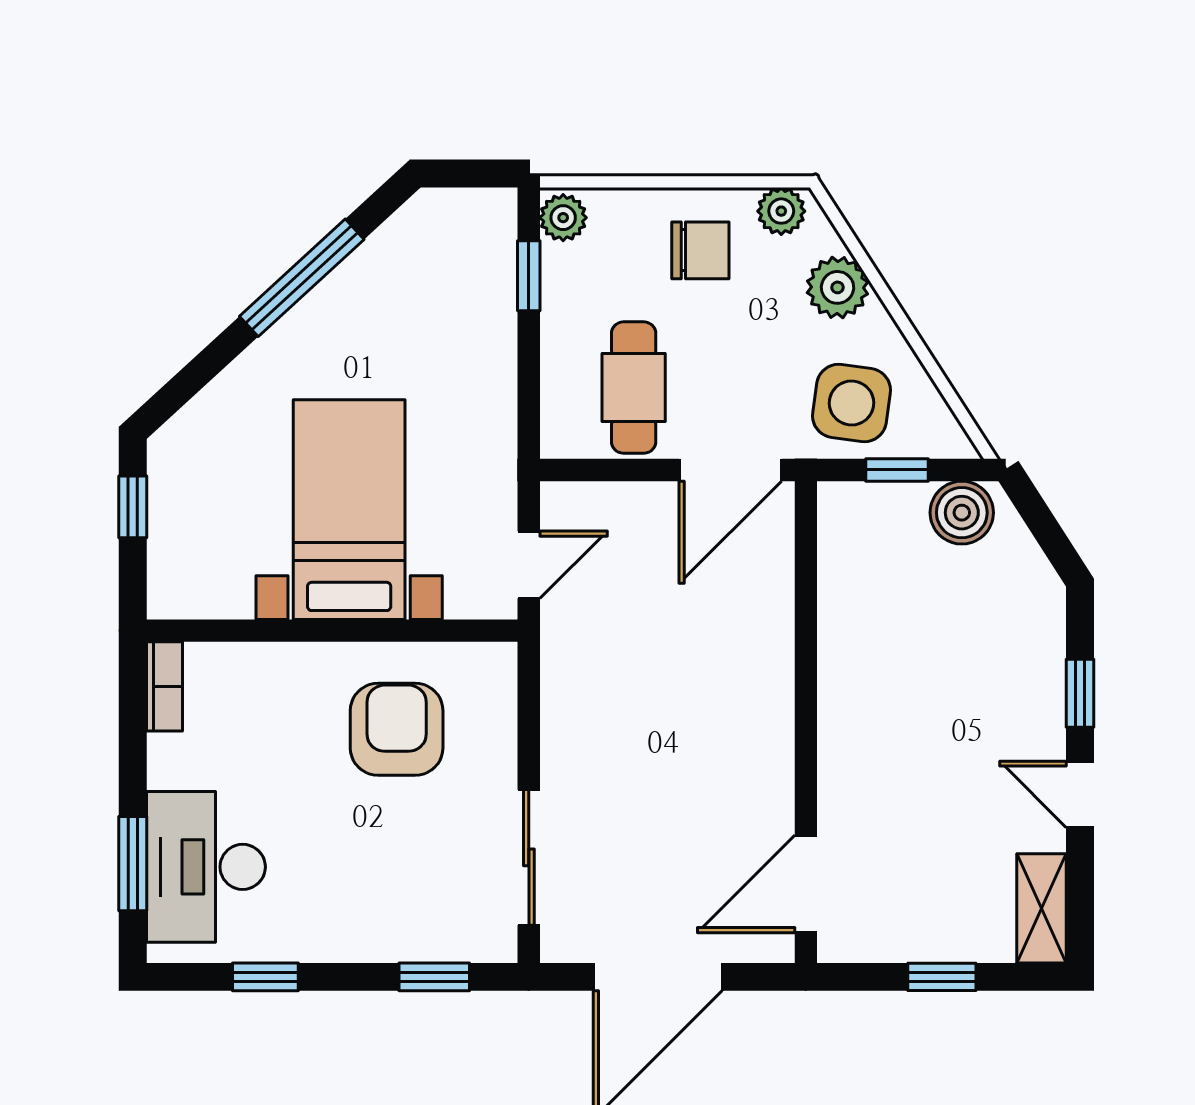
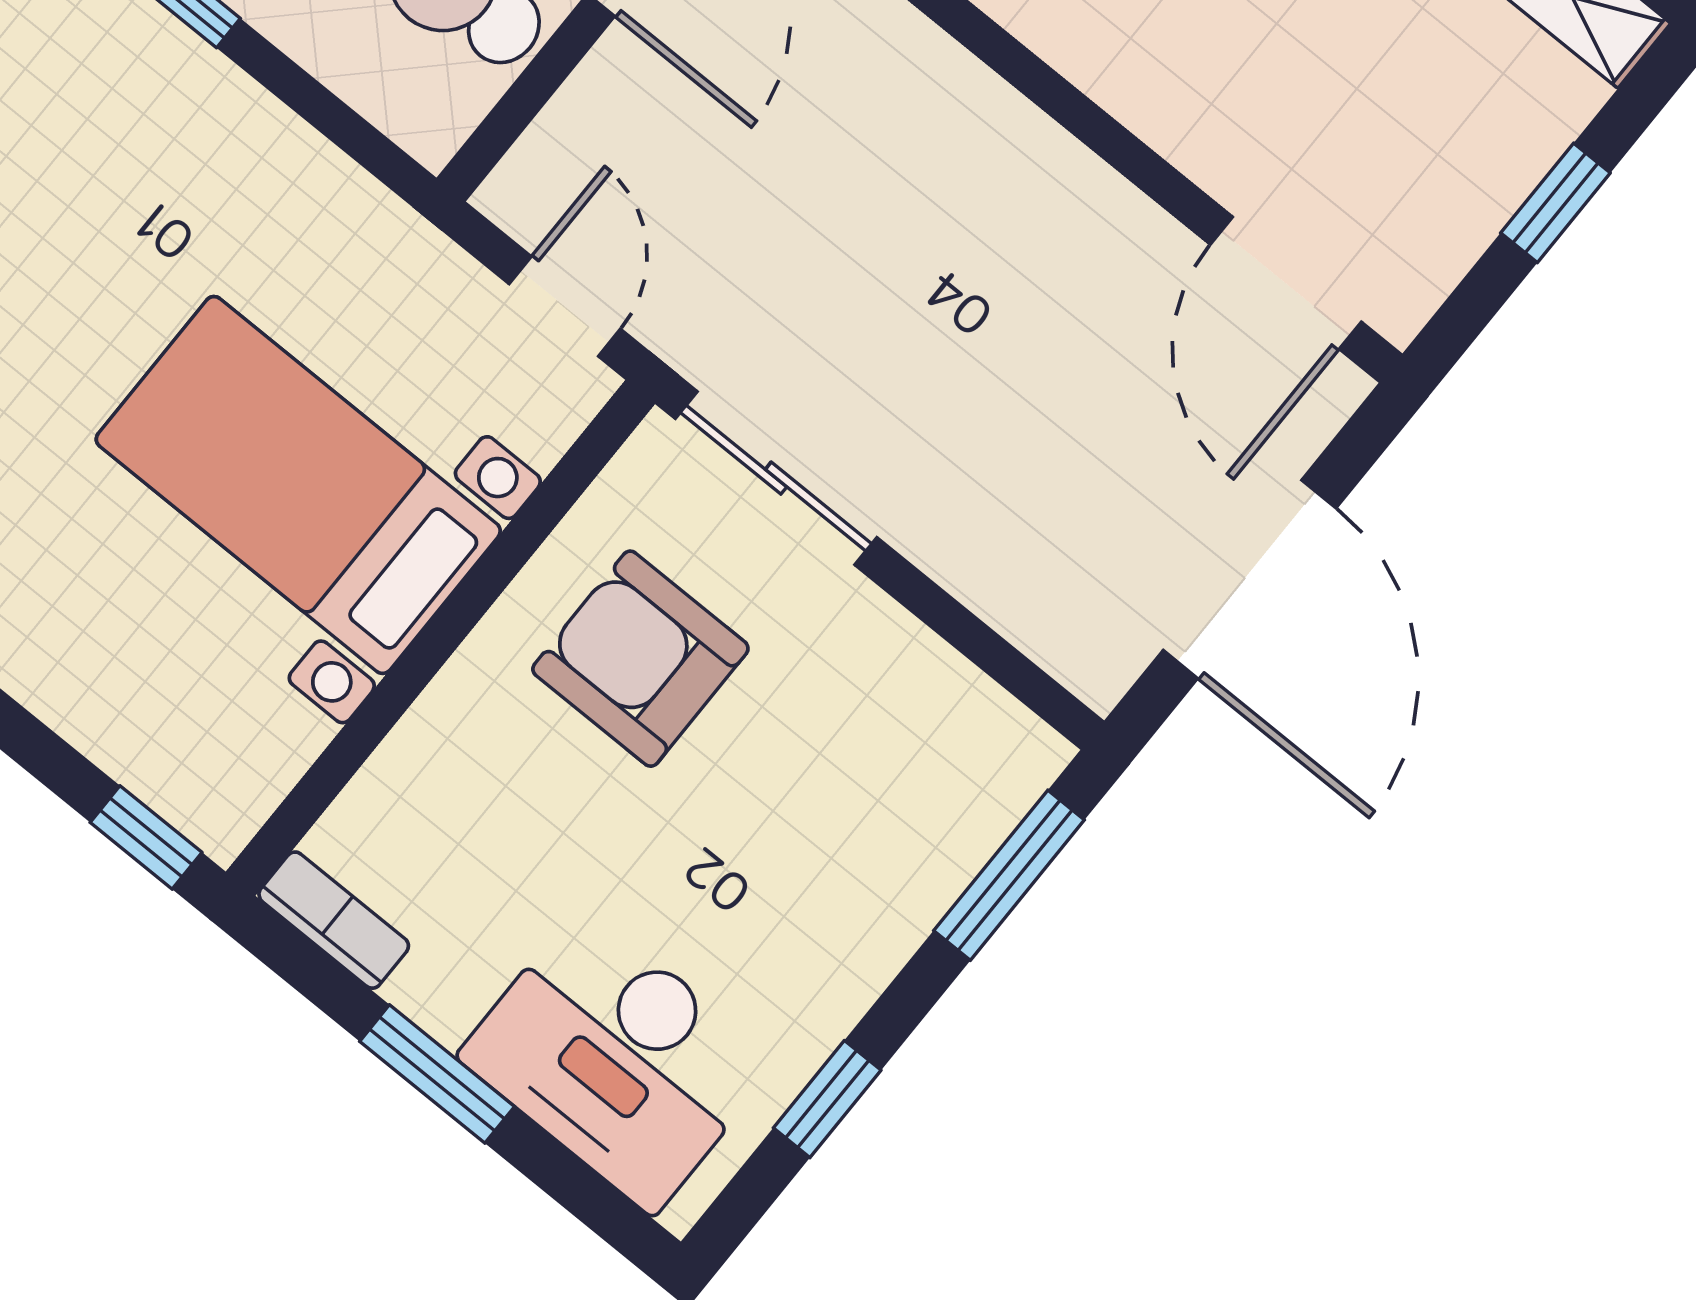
window: (133, 507) -> (146, 837), moved
sliding door: (529, 857) -> (776, 478), moved
window: (133, 864) -> (437, 1074), moved
window: (434, 977) -> (1009, 875), width x1.50

